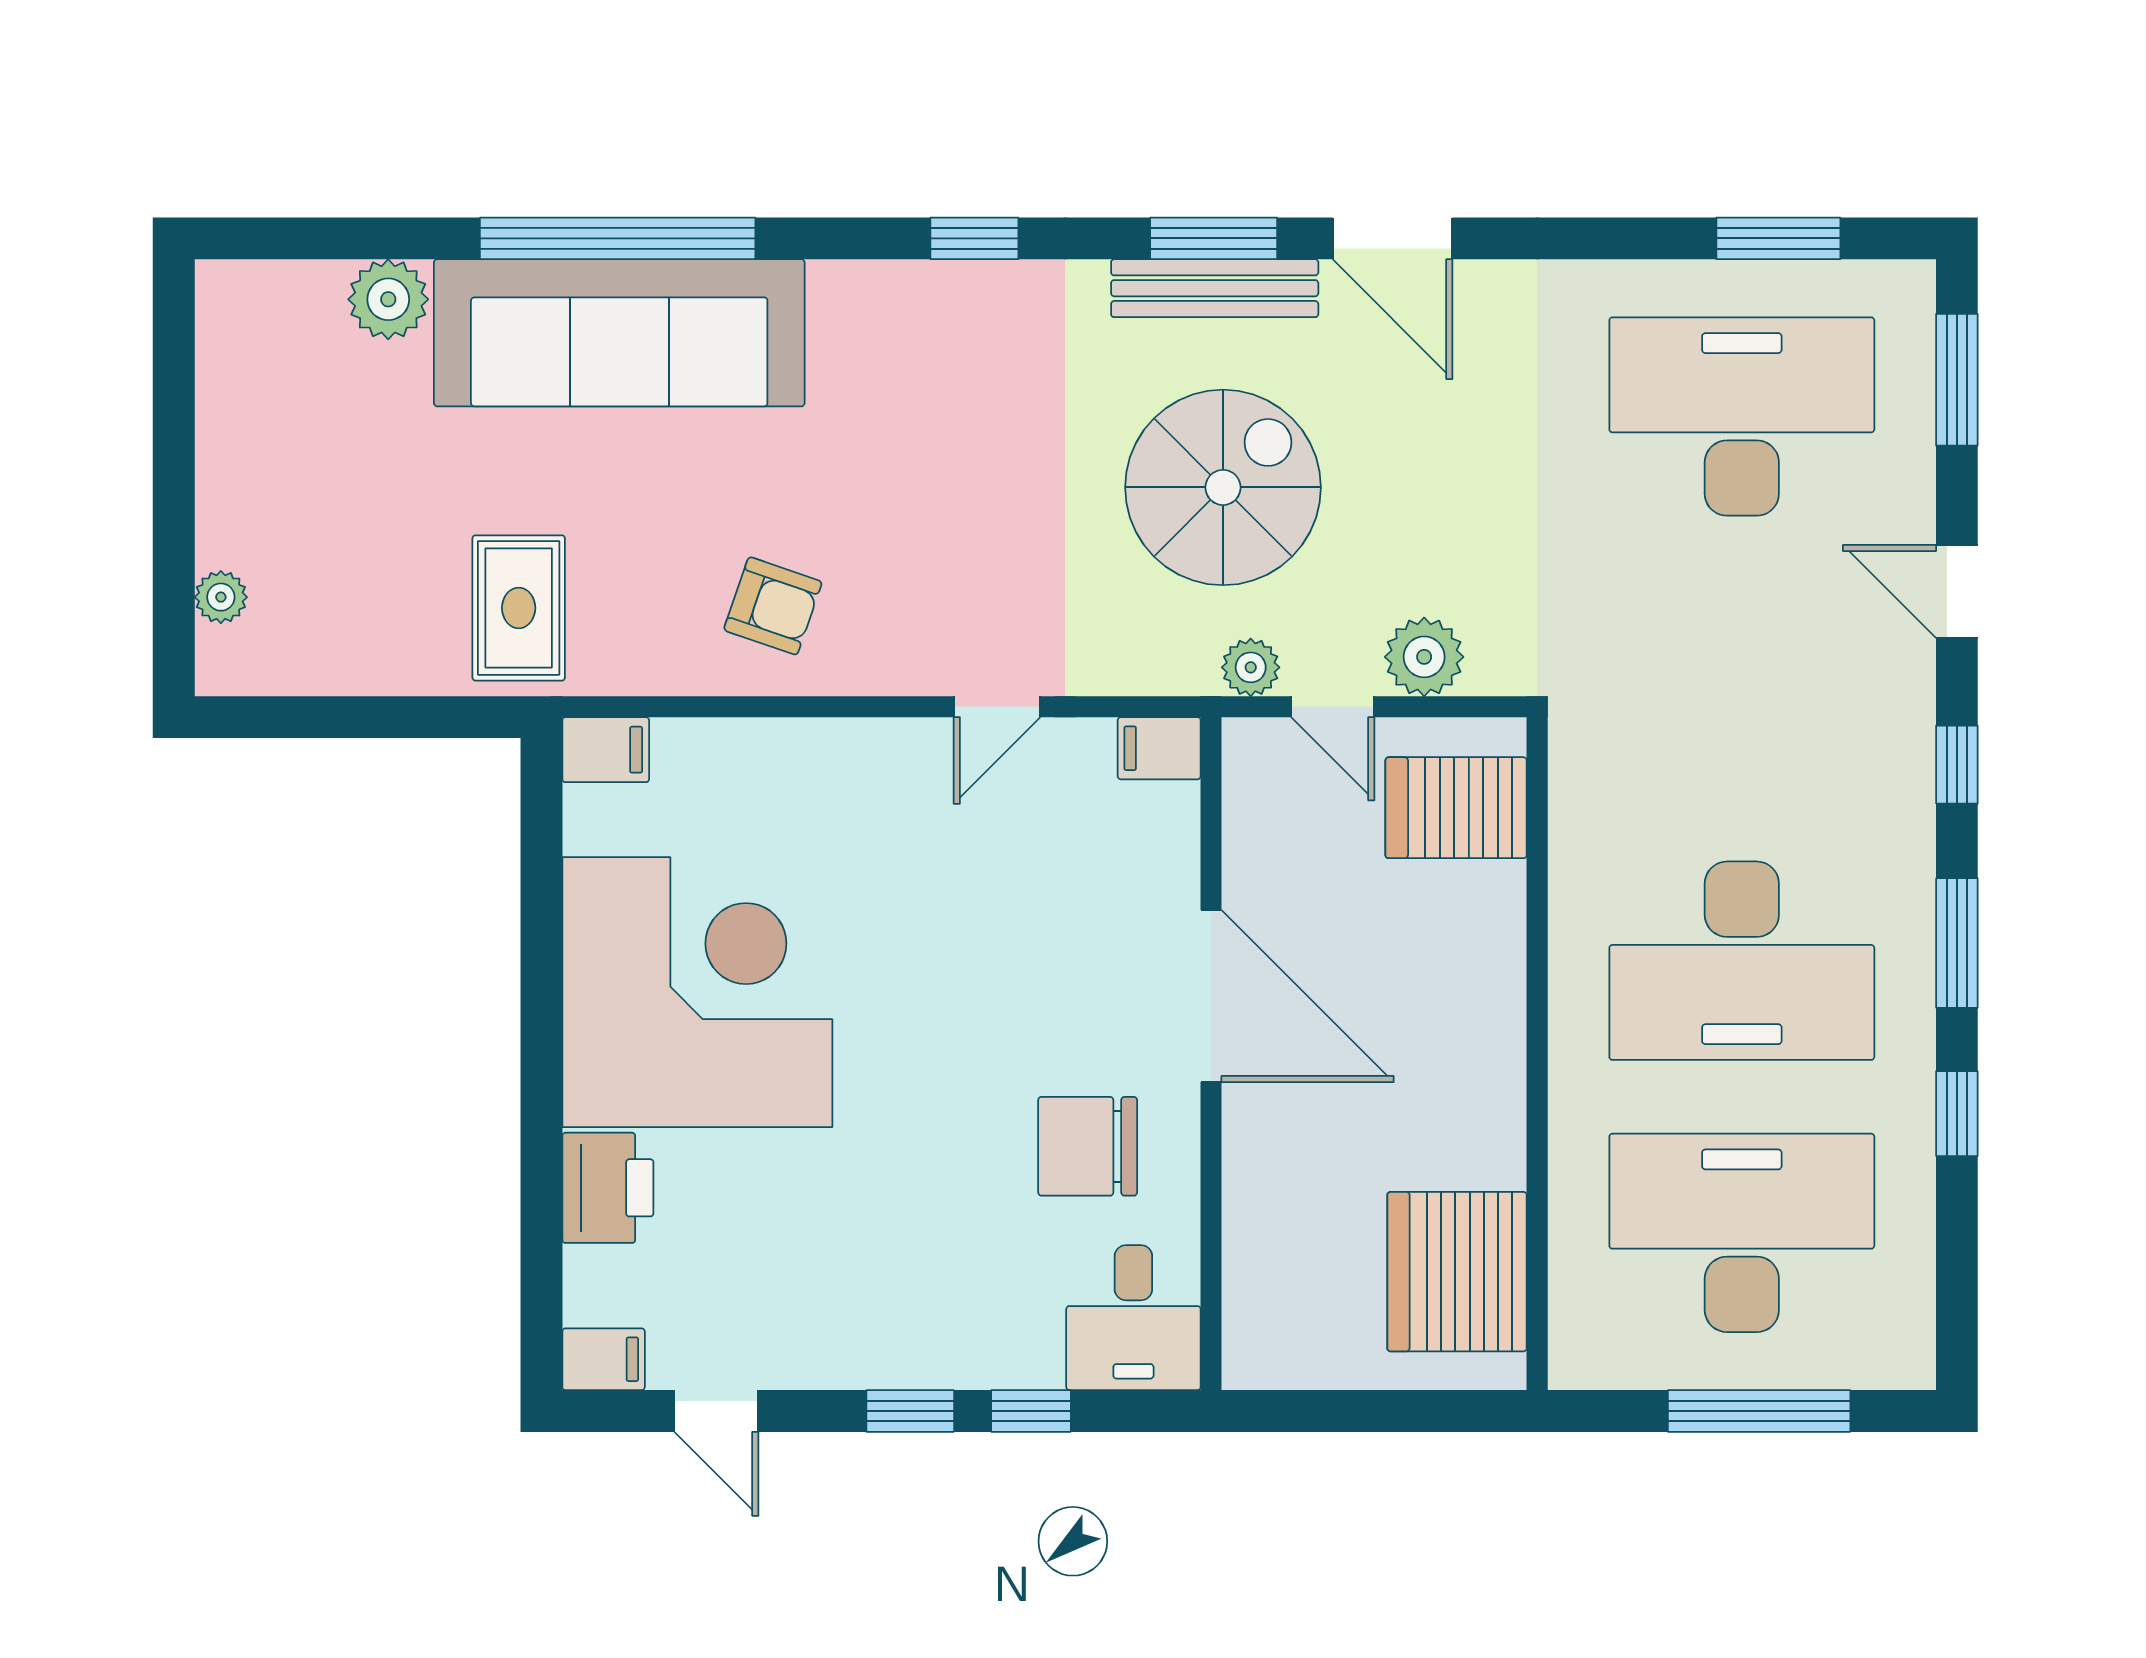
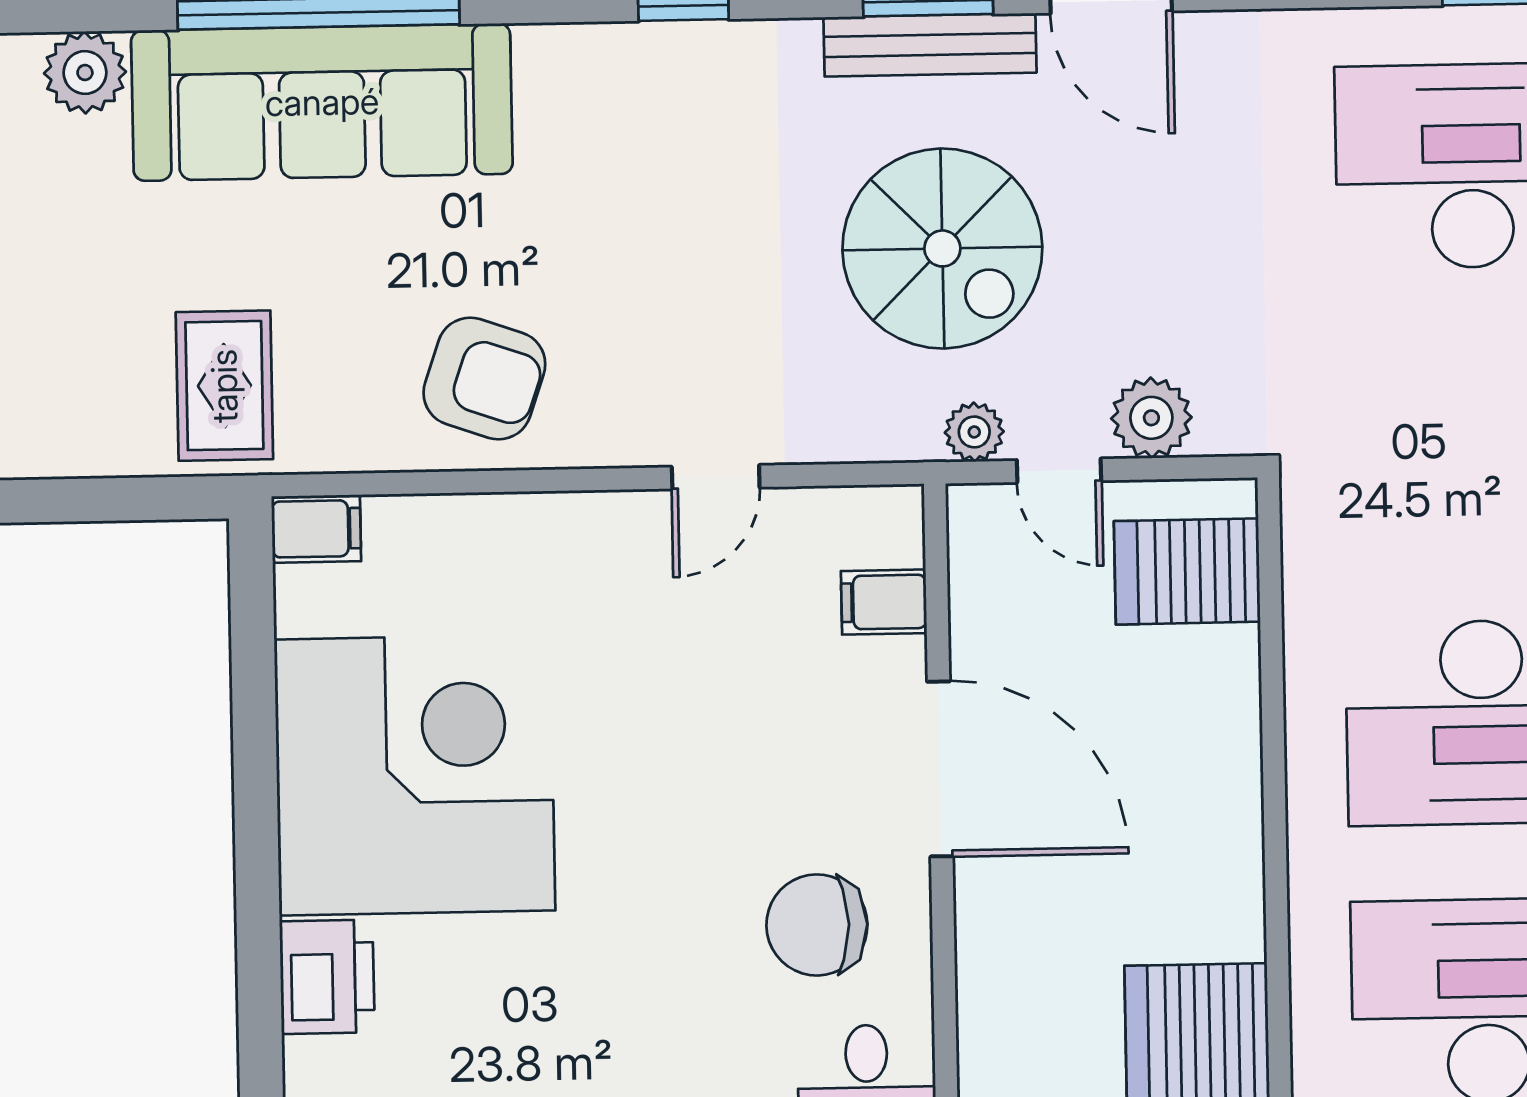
spiral stairs: (1223, 487) -> (942, 248), turned 90
armchair: (773, 606) -> (484, 378), width x1.38, depth x1.38
filing cabinet: (1159, 748) -> (884, 602), moved

